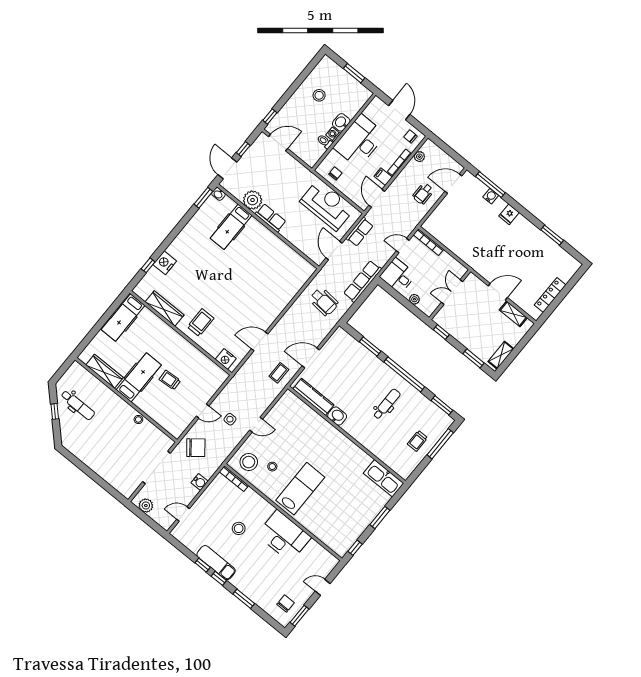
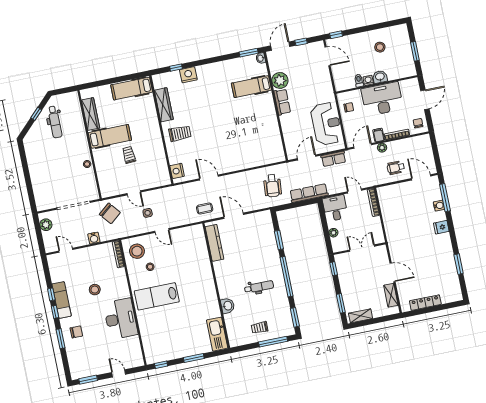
plant: (419, 157) -> (382, 148), moved
washbasin: (337, 416) -> (228, 306), moved
lab bench: (300, 489) -> (157, 296), turned 180
chair: (286, 604) -> (76, 332), moved

